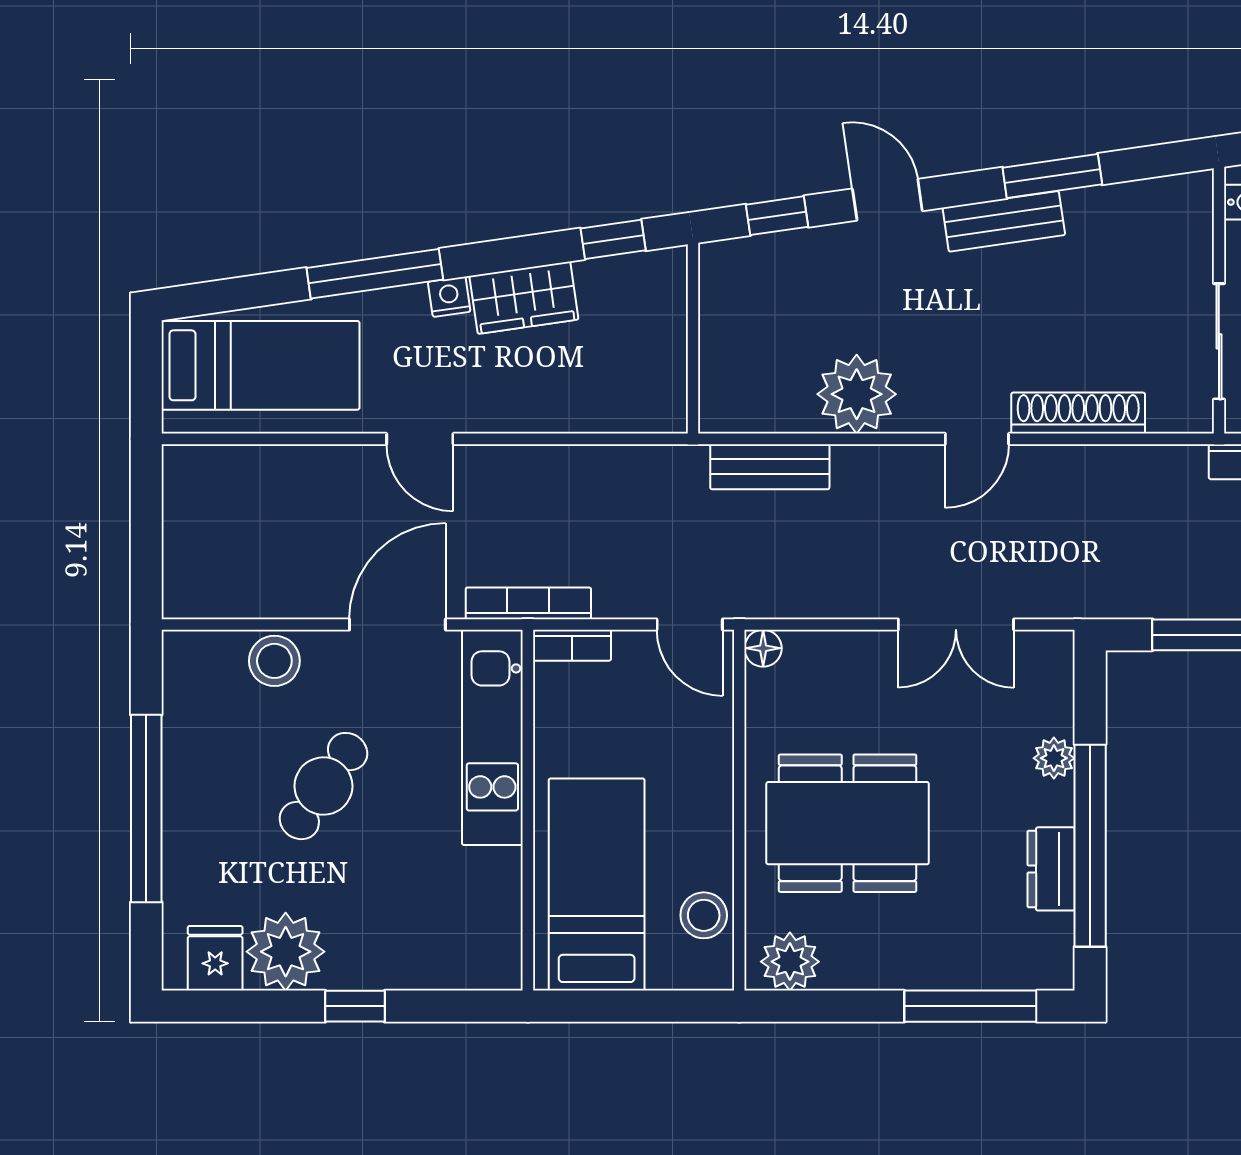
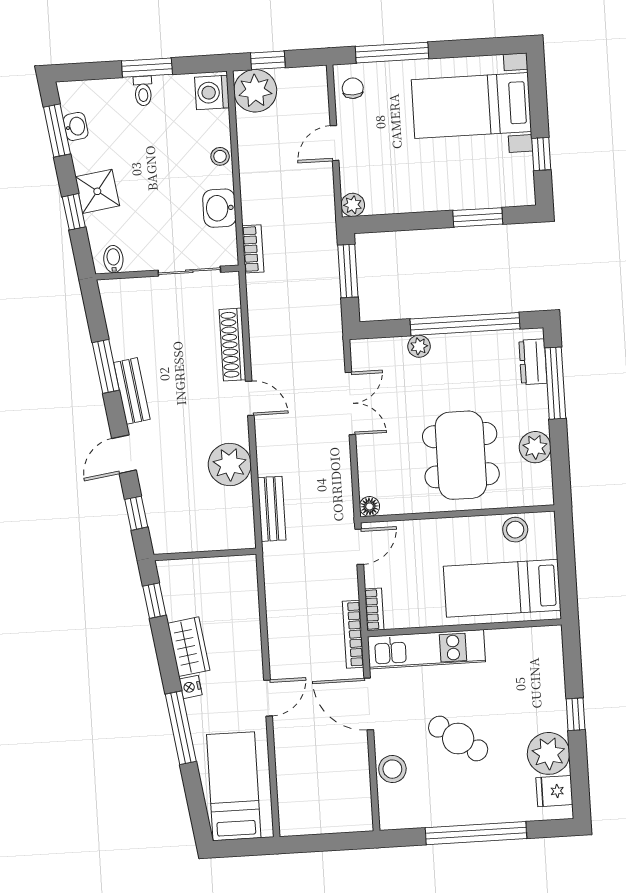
dresser: (1051, 869) -> (533, 362), moved, turned 90
plant: (790, 962) -> (535, 447), moved

